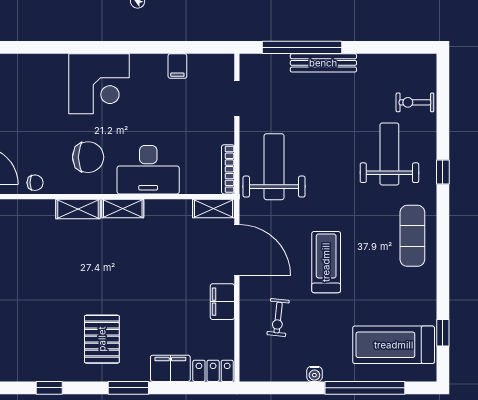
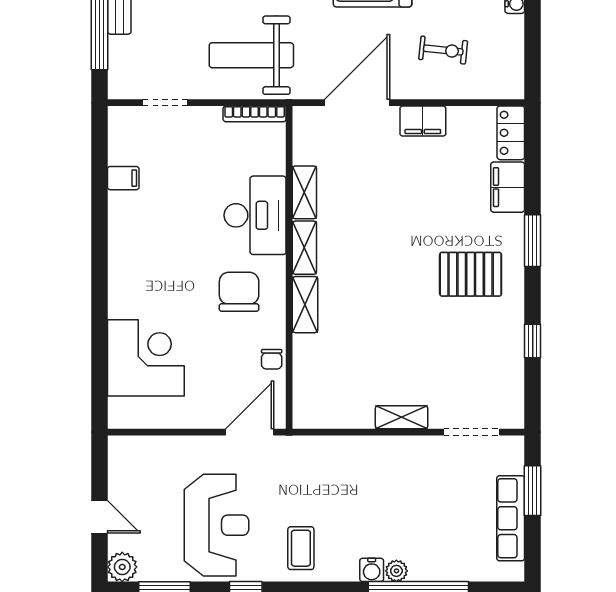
corner desk: (99, 84) -> (146, 358), moved
chair: (35, 183) -> (272, 359), turned 180
shelving: (213, 208) -> (304, 192), moved

